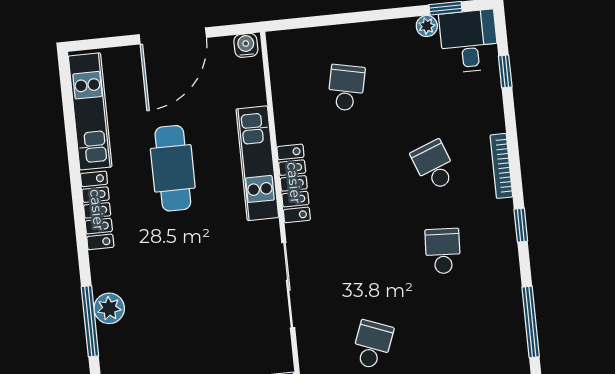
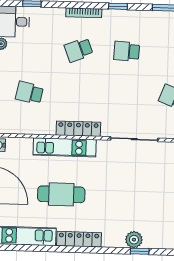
window: (90, 321) -> (140, 251), width x0.46

